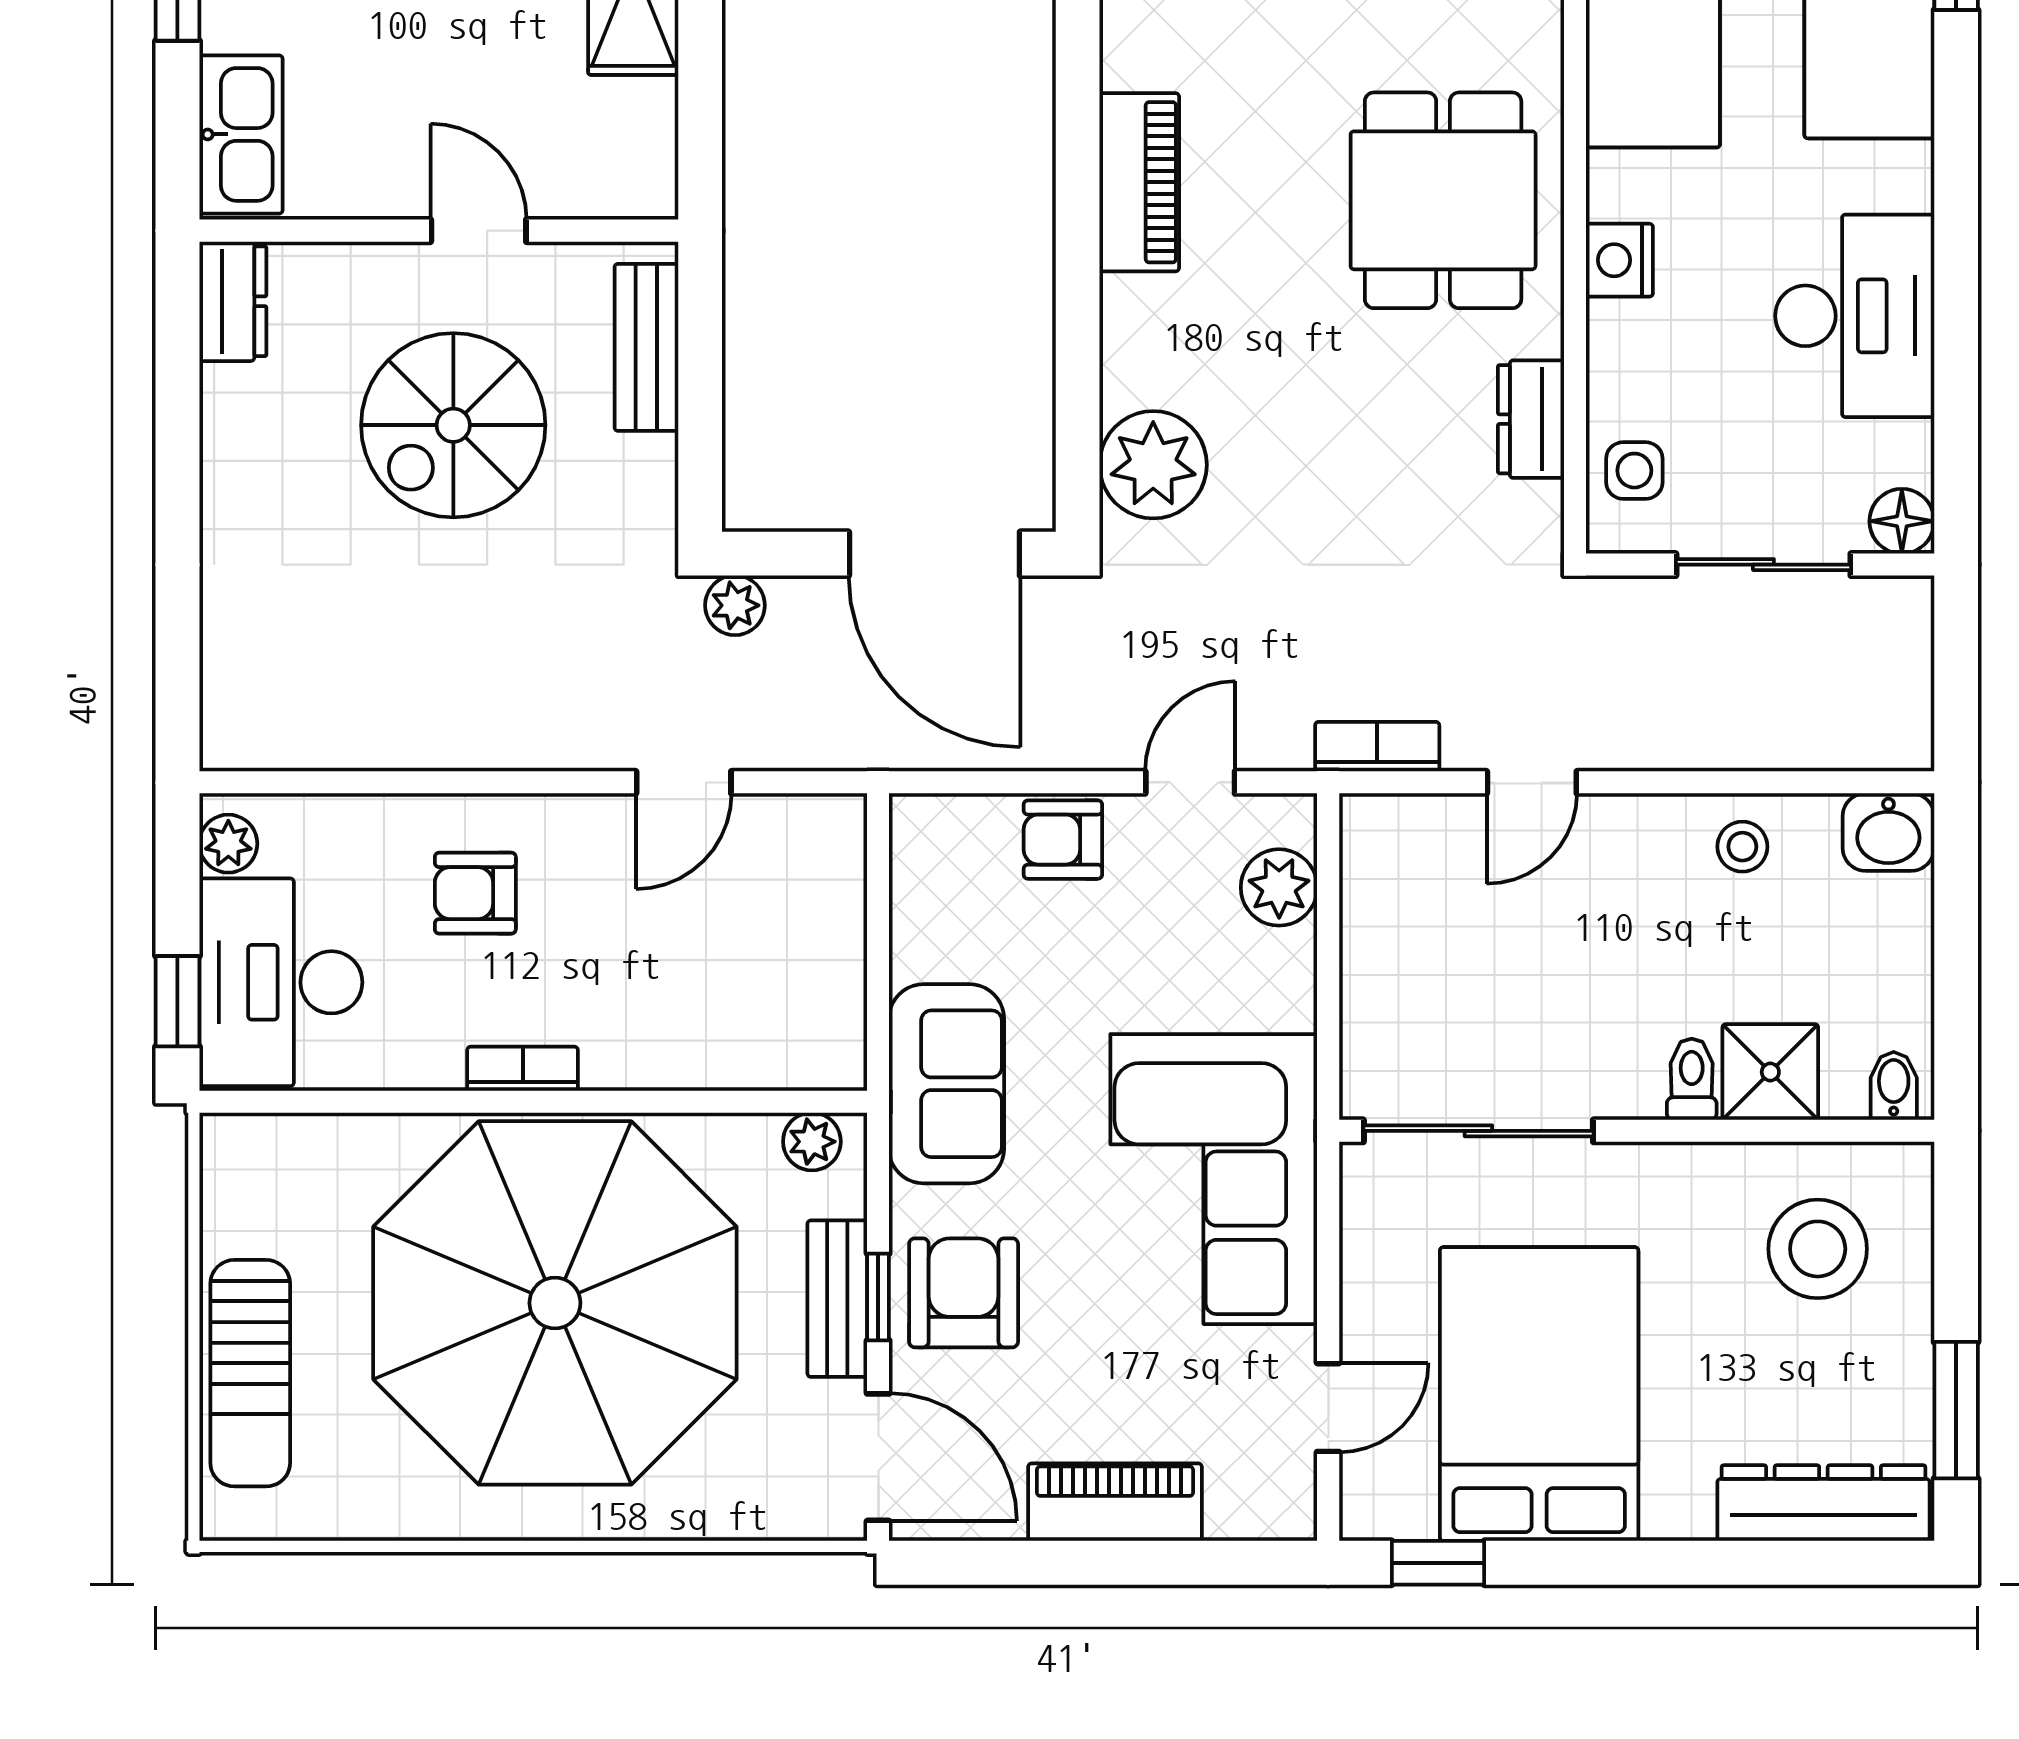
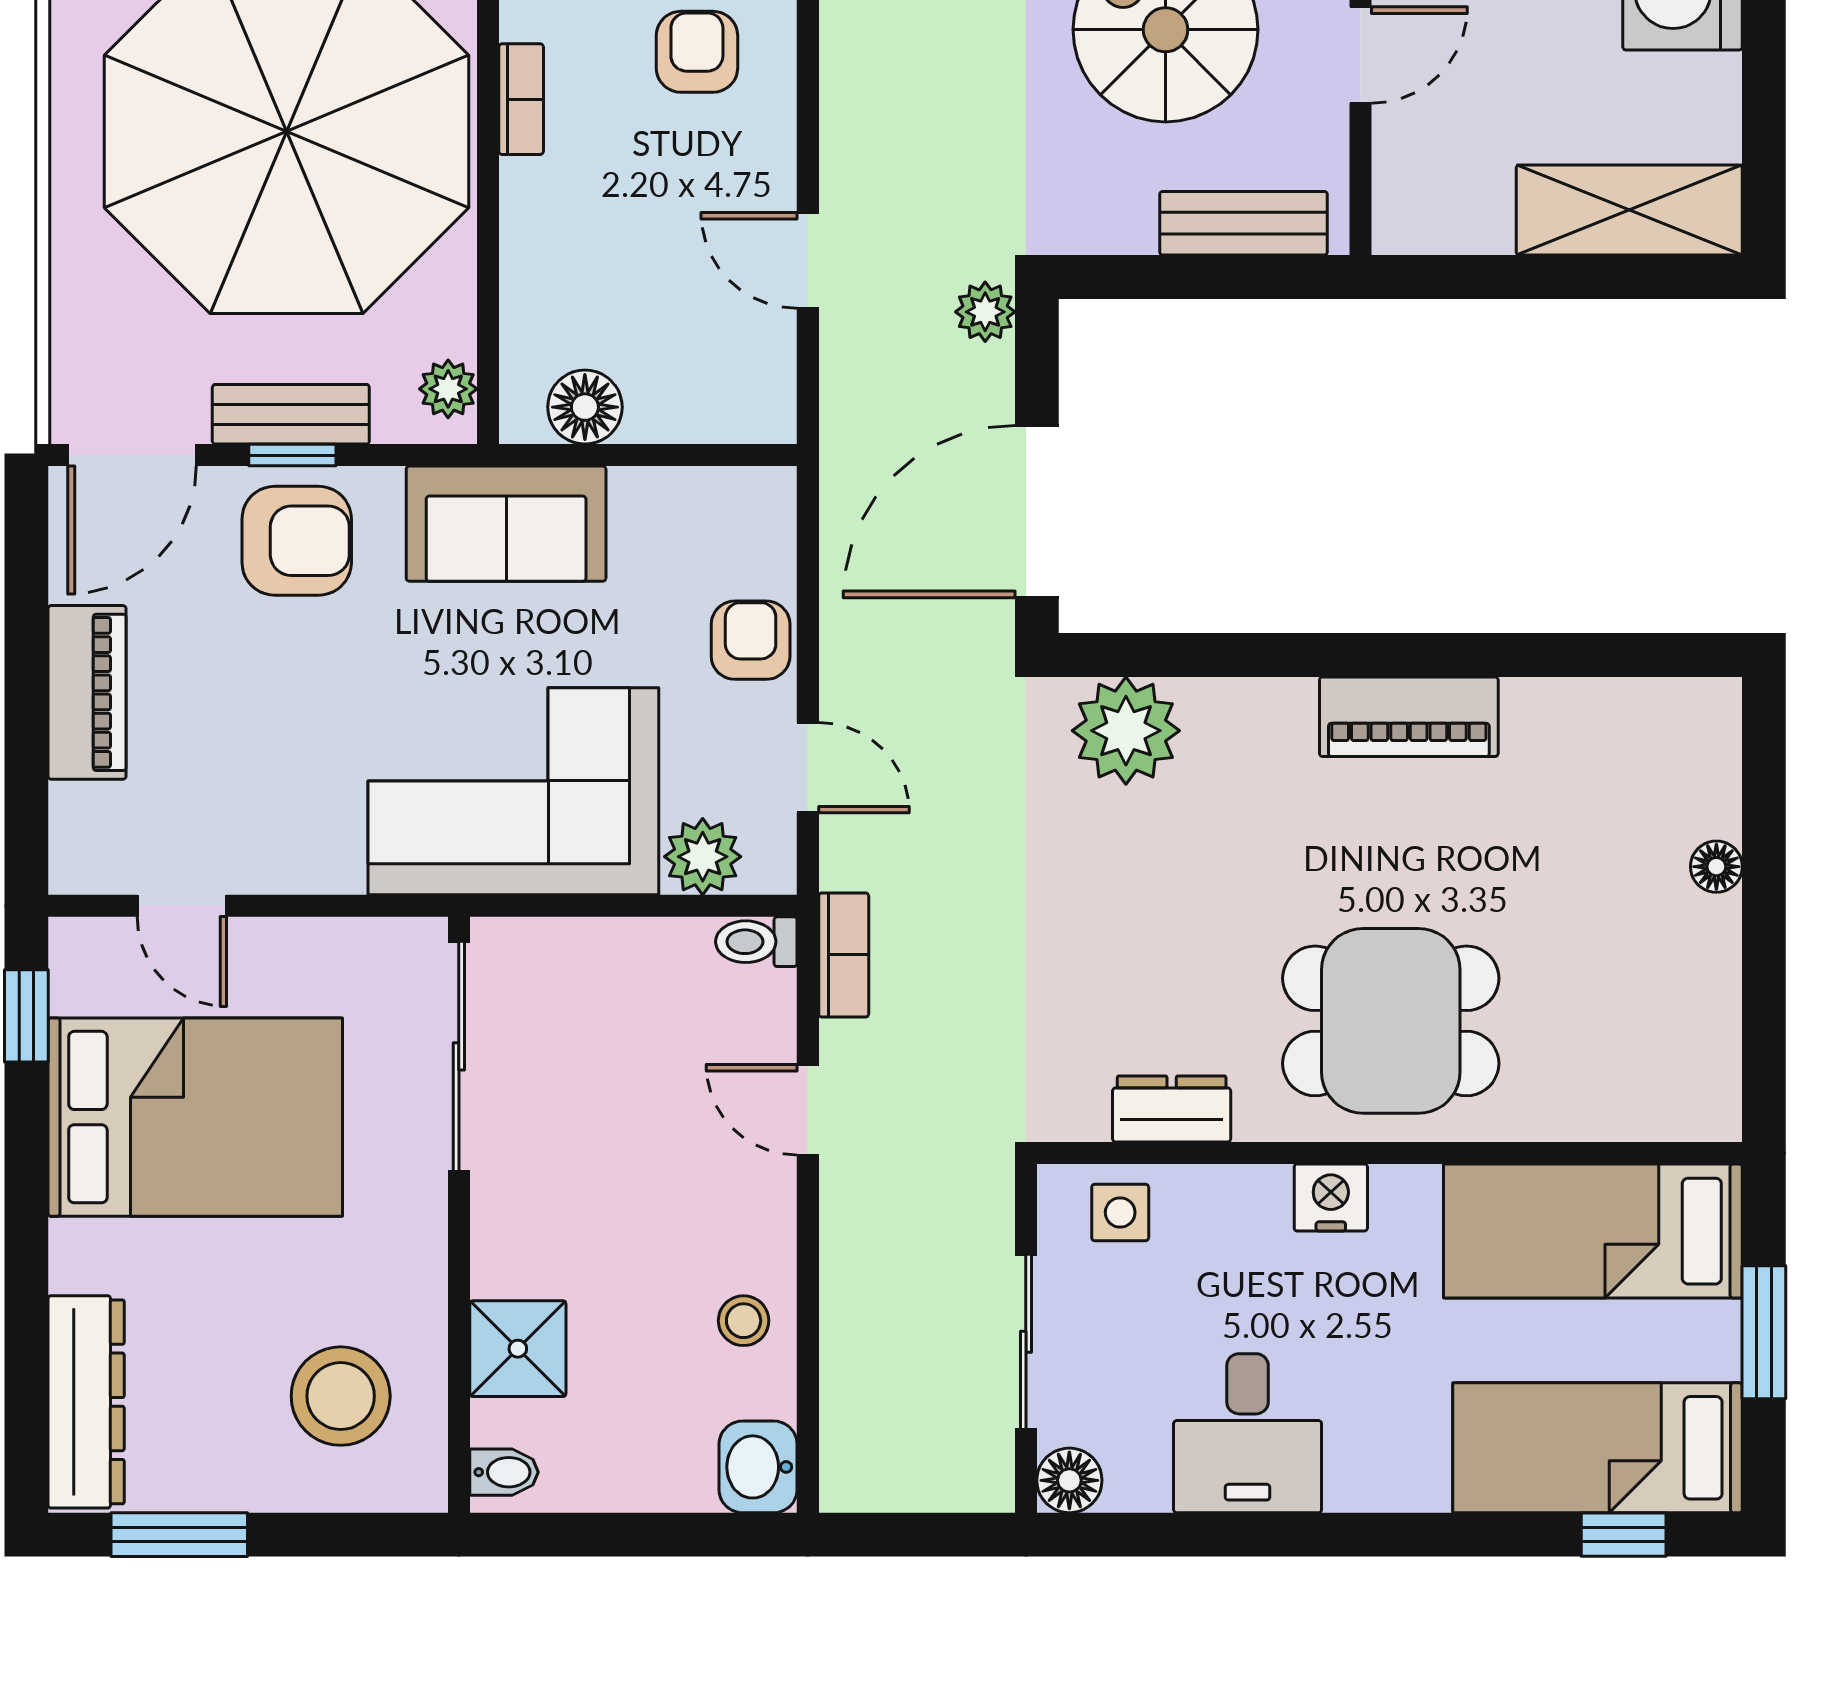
desk: (1855, 316) -> (1248, 1433), width x0.73
floor lamp: (830, 1005) -> (585, 407), added
toilet: (1692, 1079) -> (756, 942), moved, turned 180
corner sofa: (1214, 1179) -> (513, 791), moved

